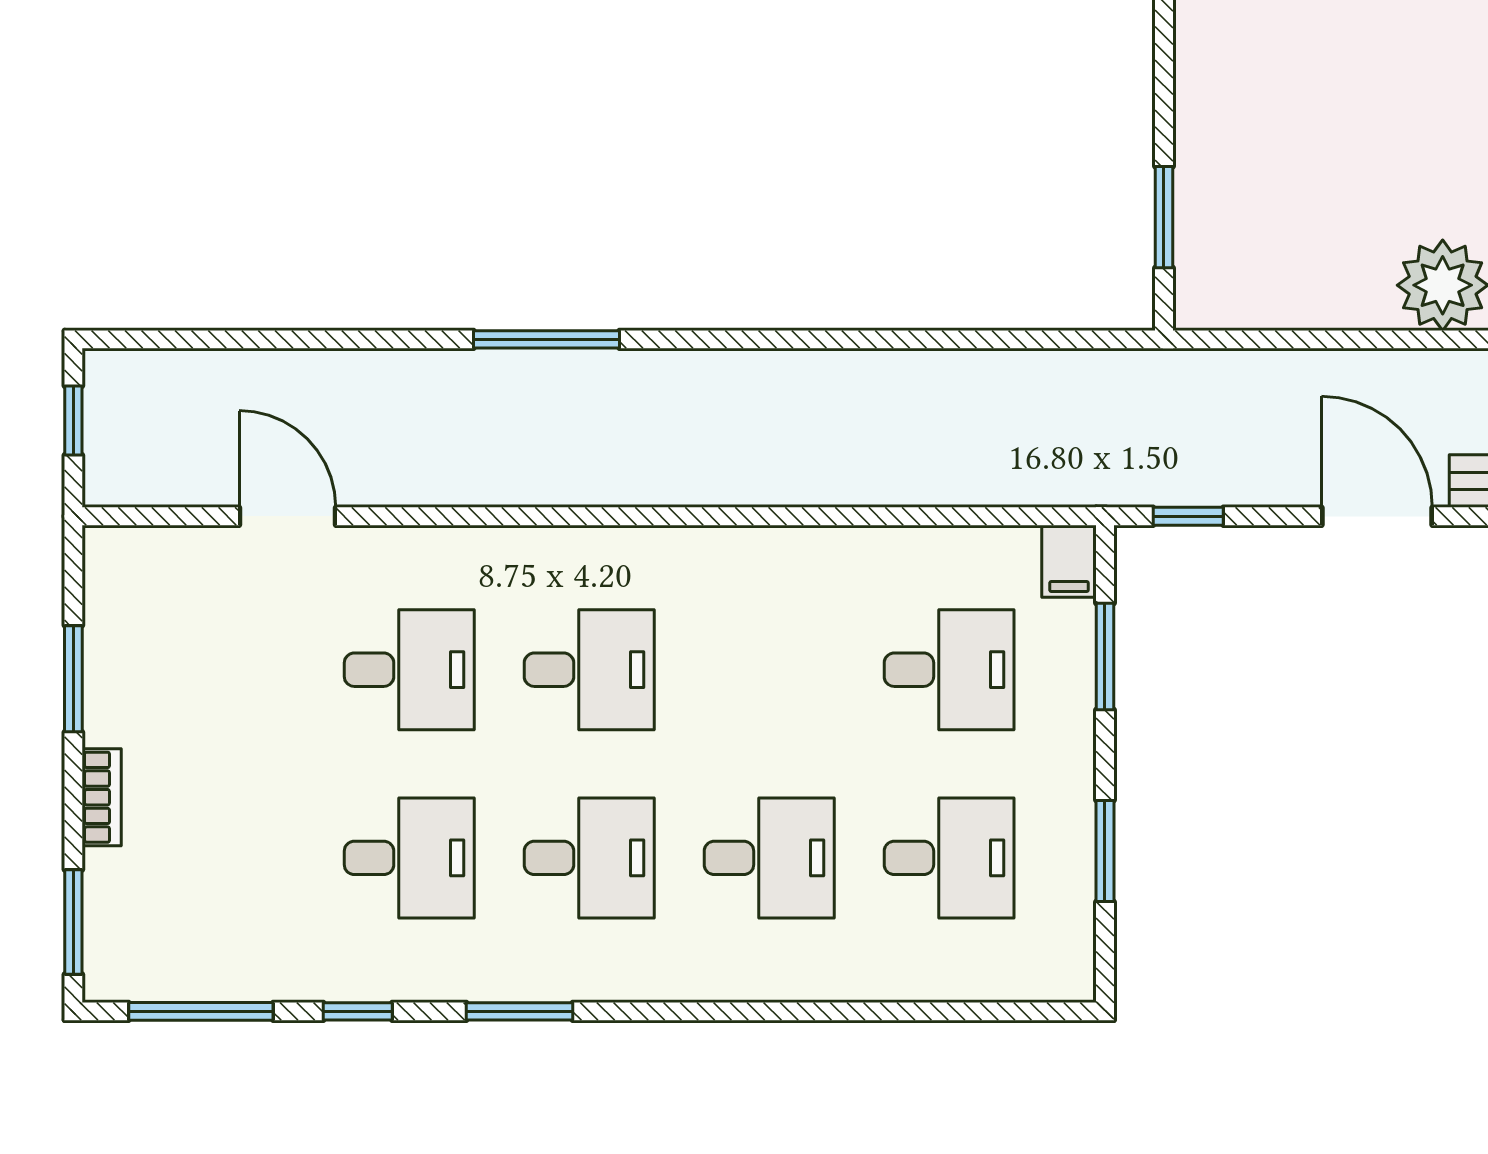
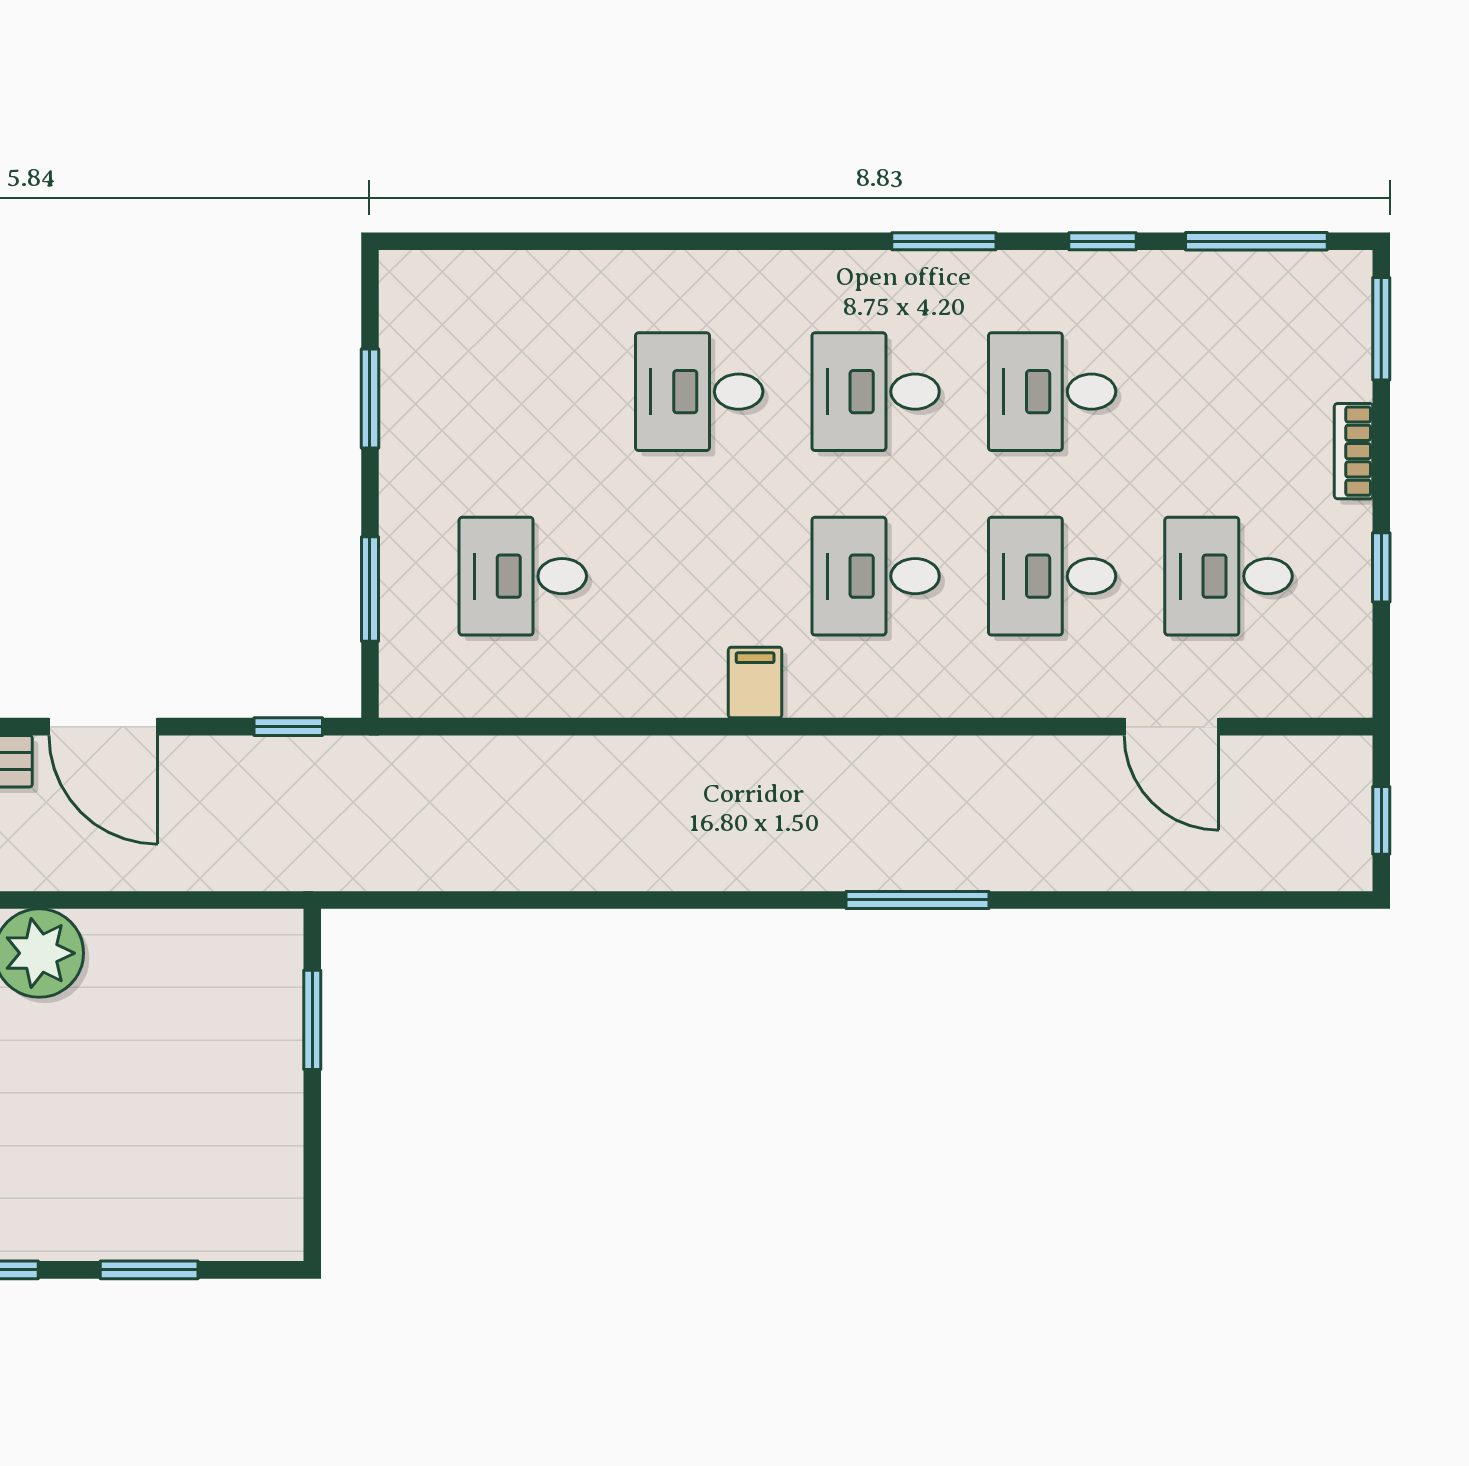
filing cabinet: (1069, 561) -> (755, 683), moved
window: (73, 679) -> (1381, 567), width x0.67
desk: (949, 858) -> (1229, 576), moved

